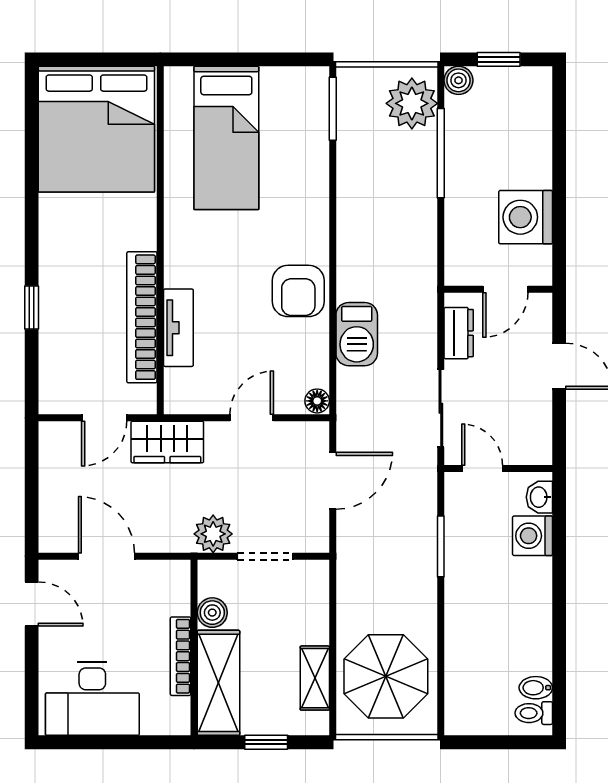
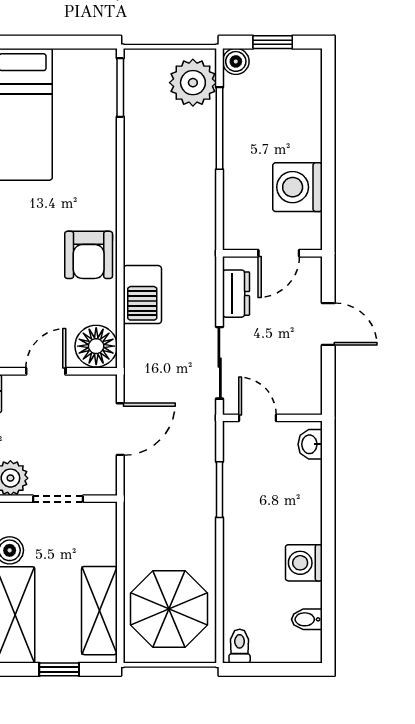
floor lamp: (317, 401) -> (96, 346), width x1.89, depth x1.89
washing machine: (533, 536) -> (304, 563), moved
shelving: (315, 678) -> (99, 611), width x1.50, depth x1.33
toilet: (534, 713) -> (240, 646), moved, turned 90

